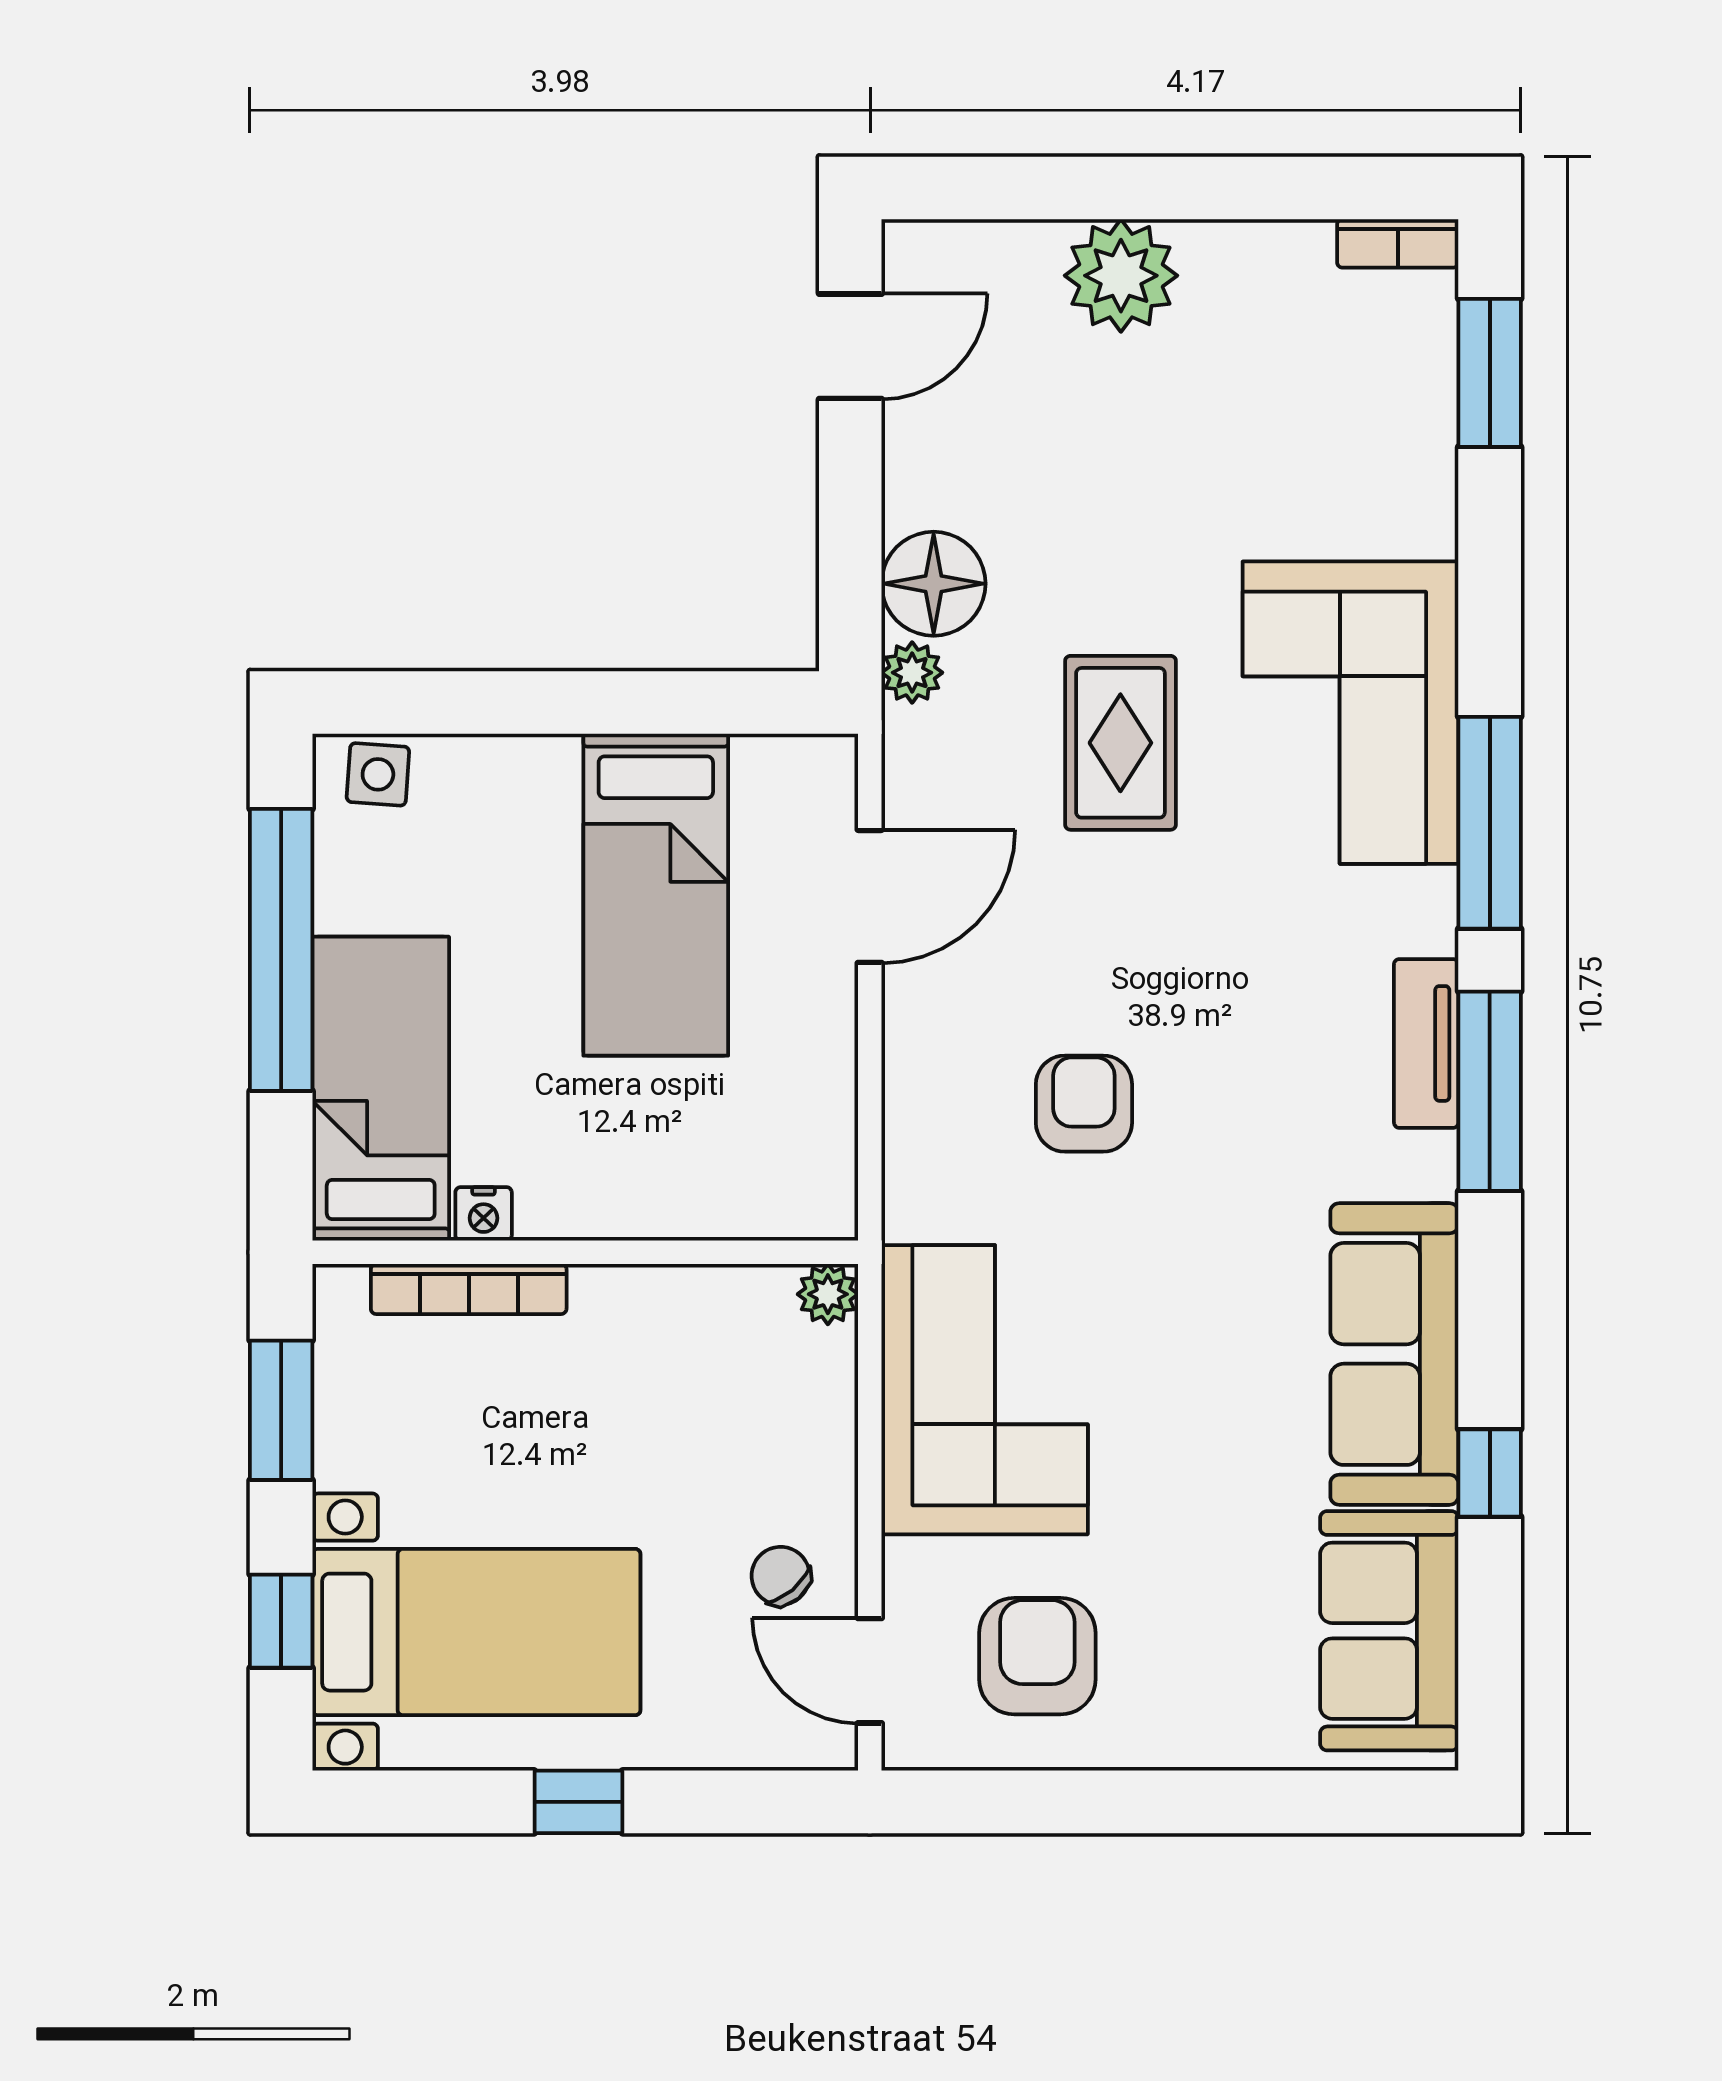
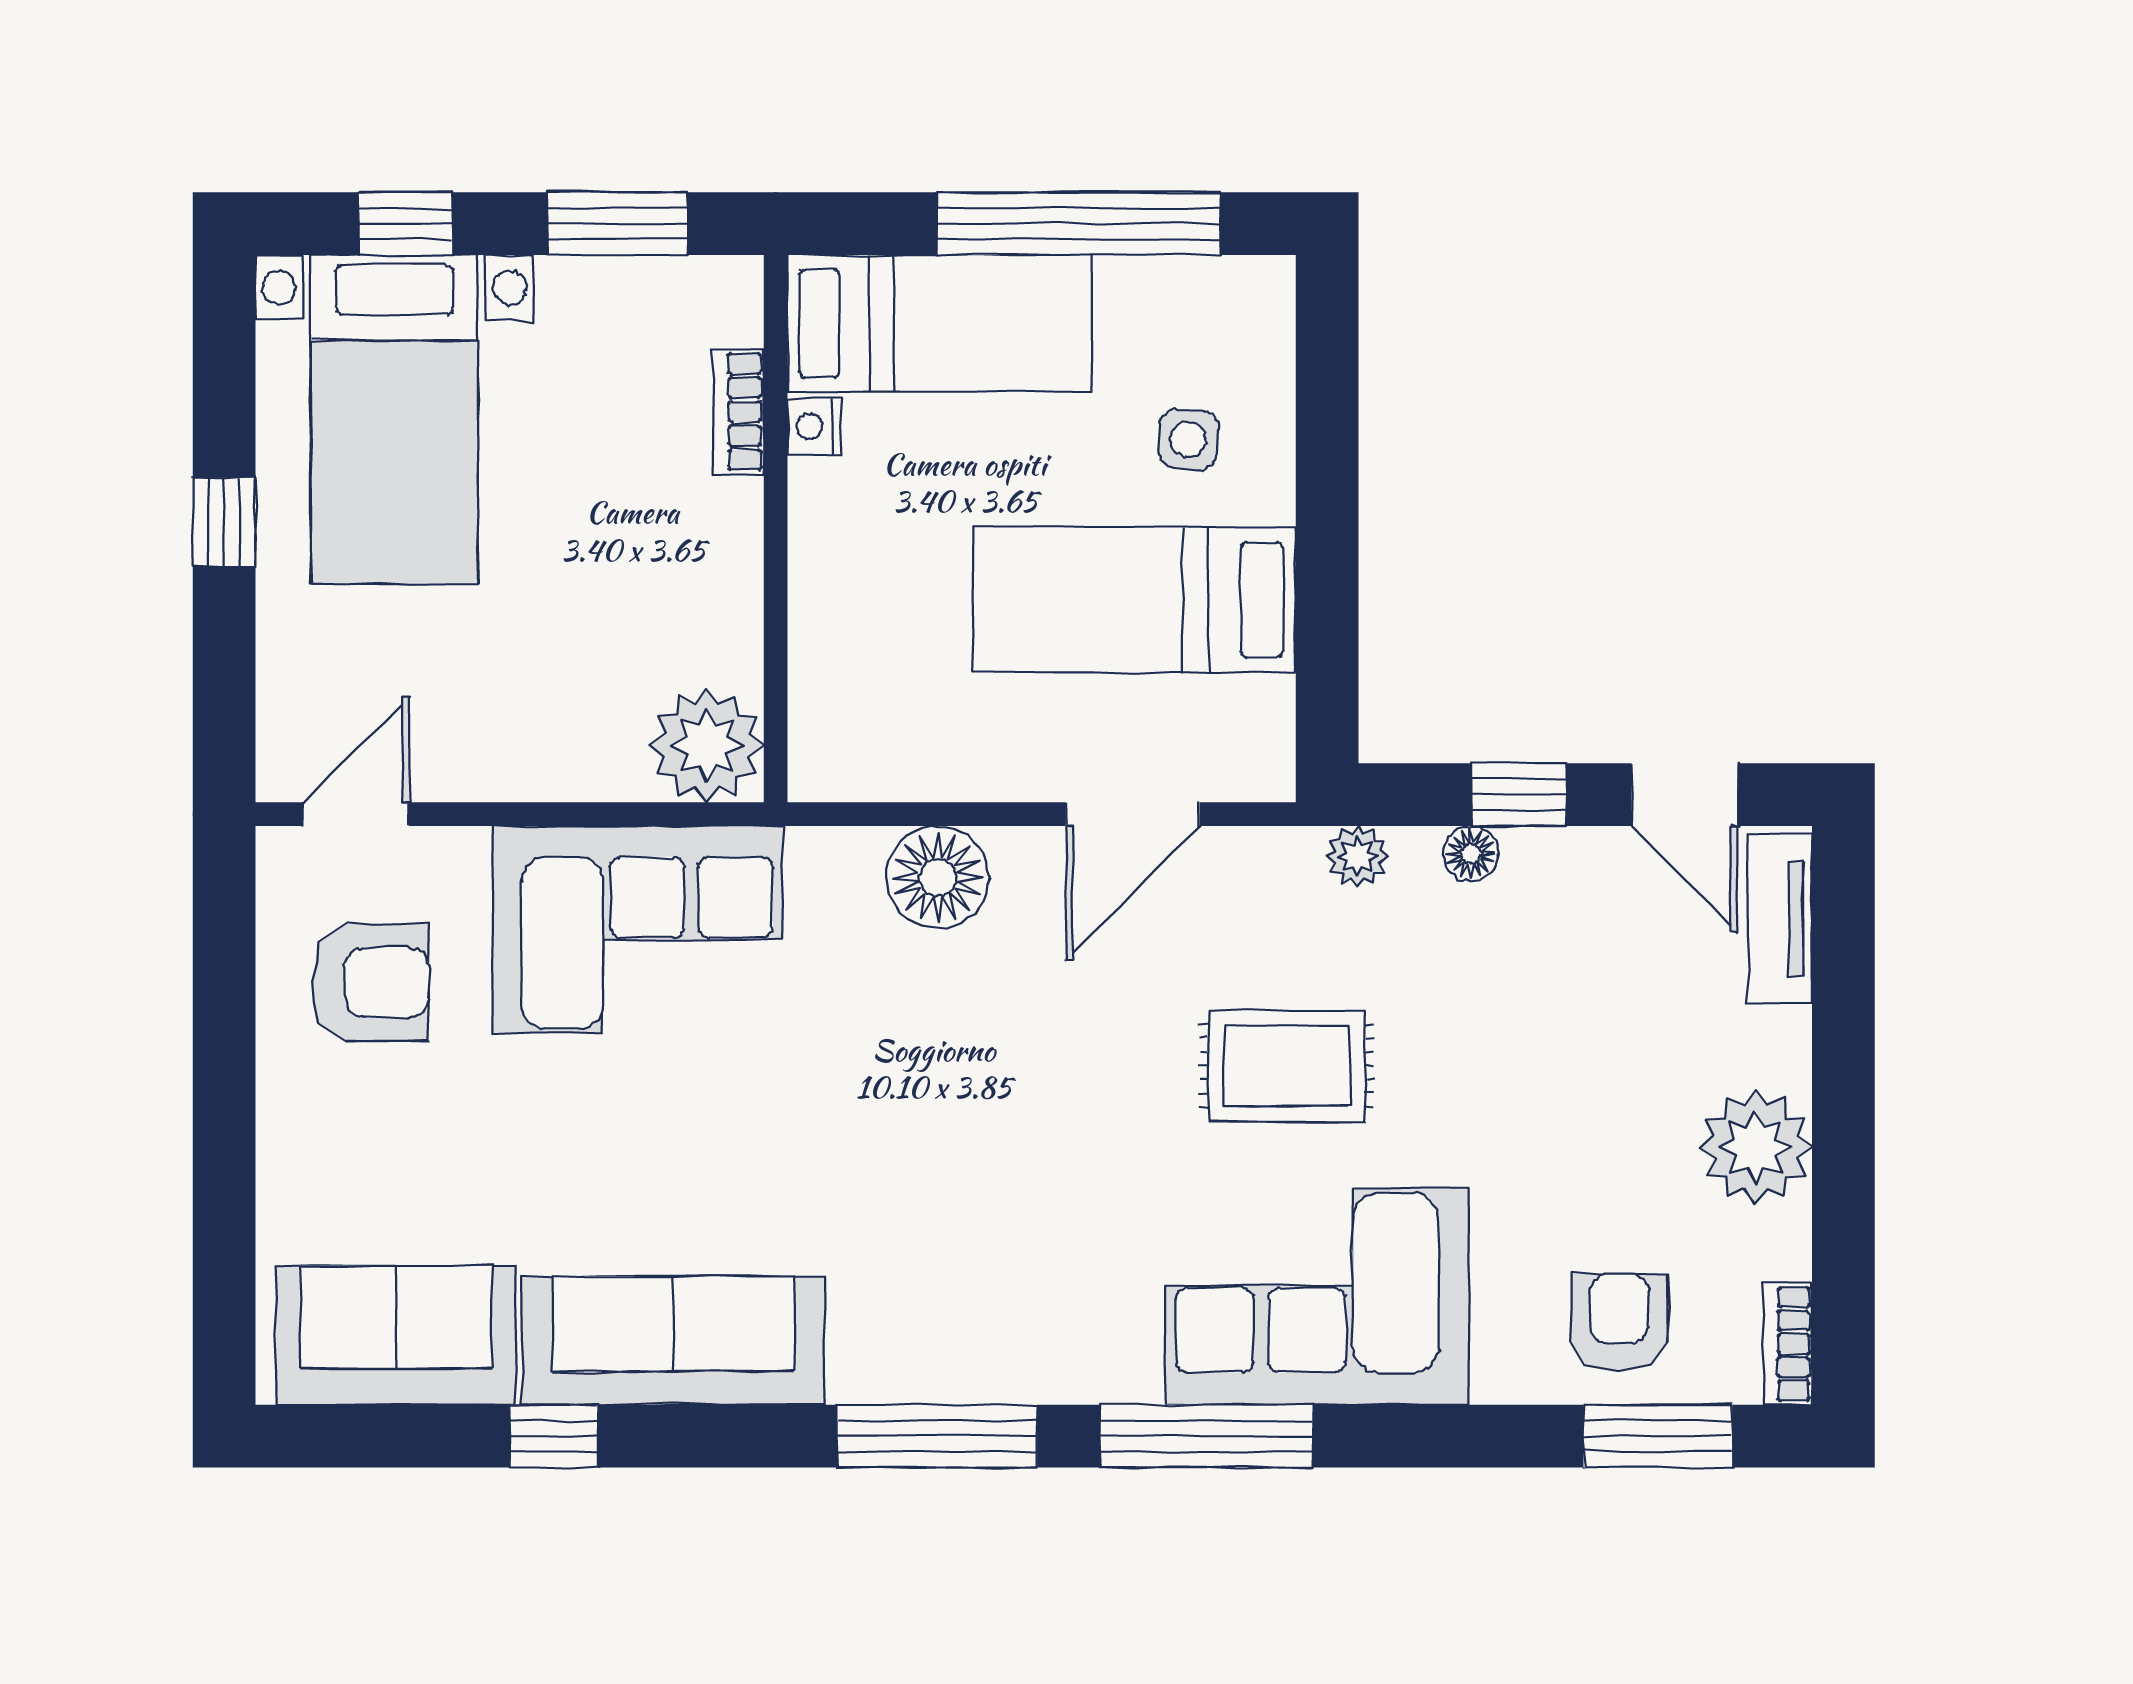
plant: (1121, 276) -> (1756, 1147), moved
window: (850, 511) -> (1519, 795), added
floor lamp: (934, 584) -> (1471, 854), width x0.53, depth x0.53
side table: (378, 774) -> (1188, 439), moved
door: (870, 896) -> (1133, 814), hinge flipped
tv unit: (1426, 1043) -> (1780, 919), moved, turned -90
floor lamp: (933, 1091) -> (938, 877), added
armchair: (1084, 1104) -> (1619, 1322), moved, turned -90
bookcase: (469, 1289) -> (739, 412), width x0.64
plant: (828, 1294) -> (707, 745), width x1.88, depth x1.88
chair: (781, 1576) -> (451, 725), removed

